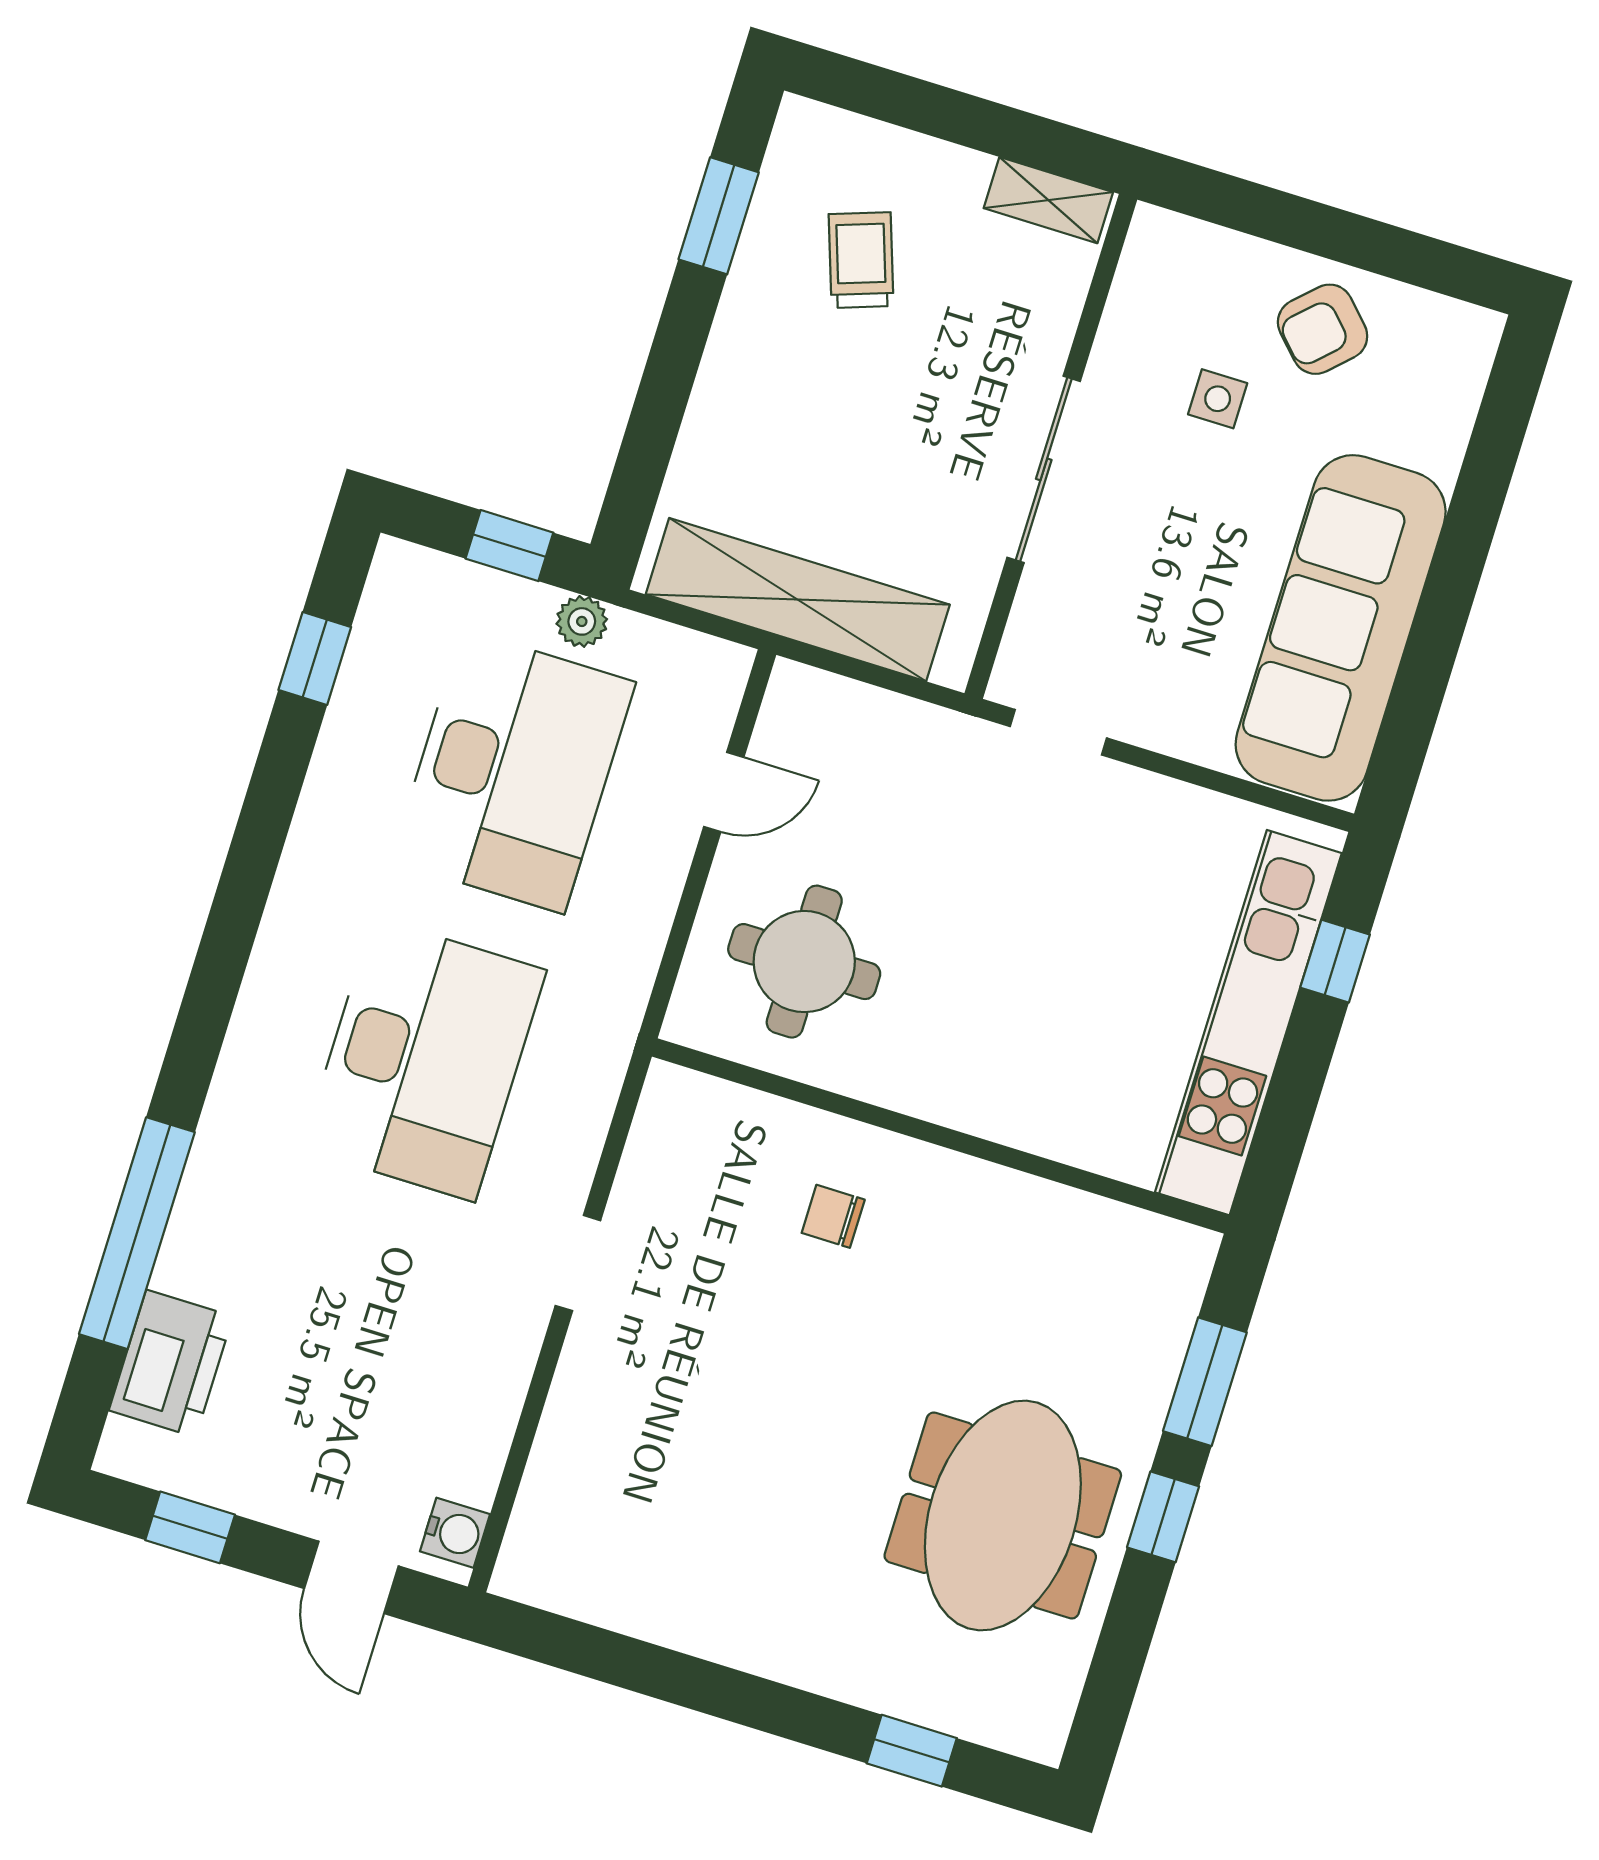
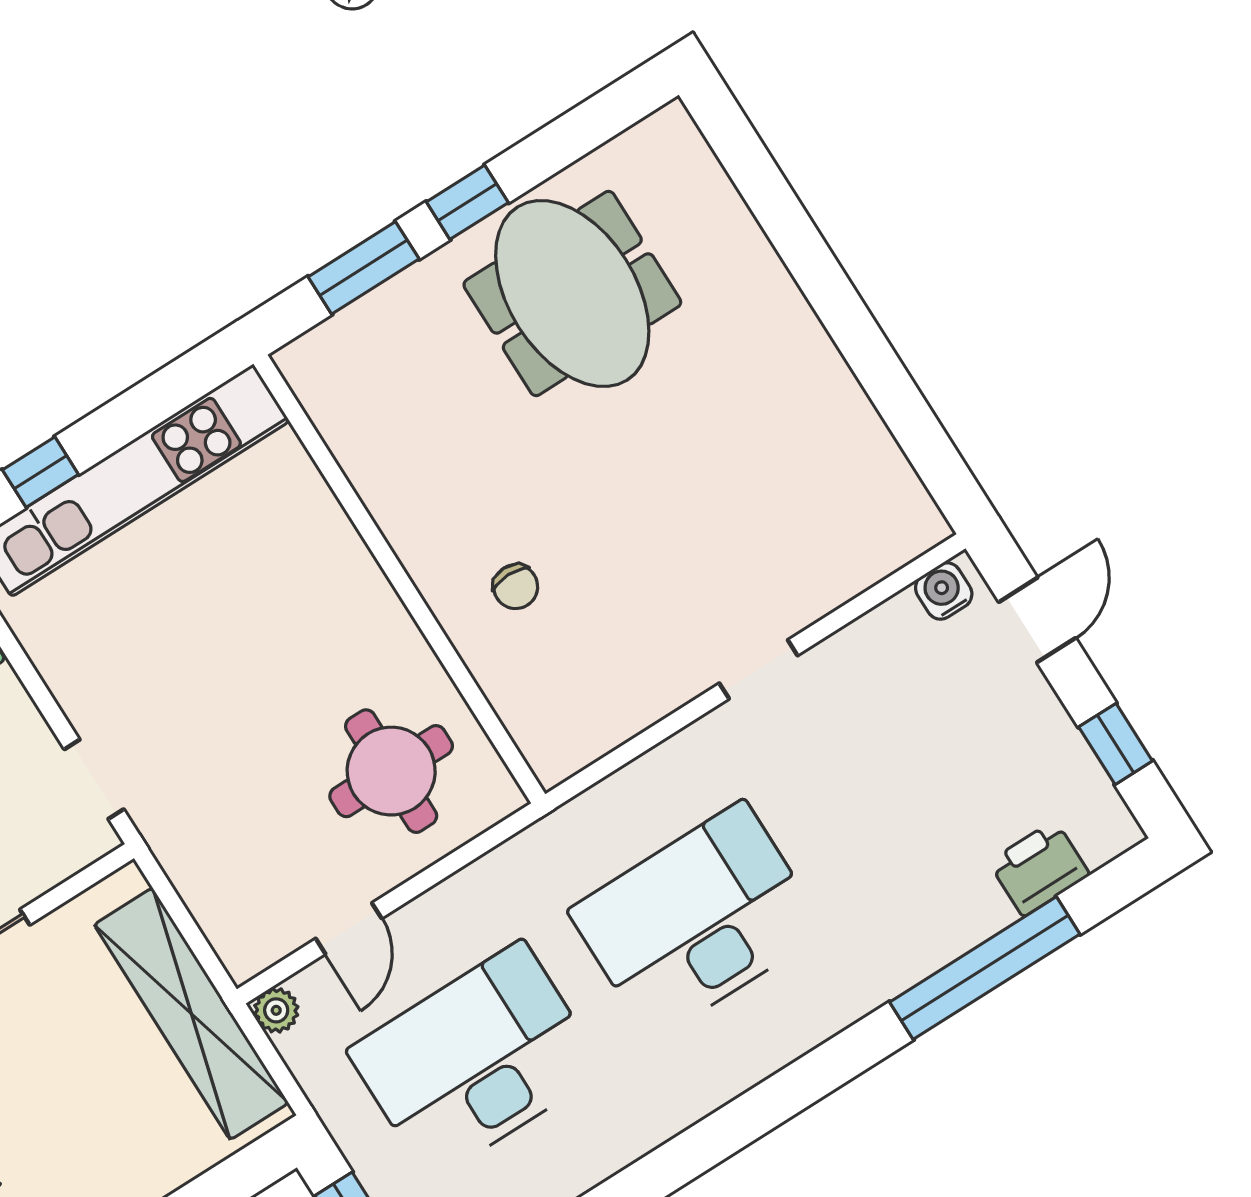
plant: (582, 621) -> (276, 1010), moved
door: (724, 792) -> (349, 928), swing flipped
doorway: (578, 1263) -> (758, 669), moved
printer: (171, 1363) -> (1039, 868), width x0.73, depth x0.84
meeting table: (1003, 1516) -> (572, 293), turned 90
window: (912, 1751) -> (765, 190), removed

